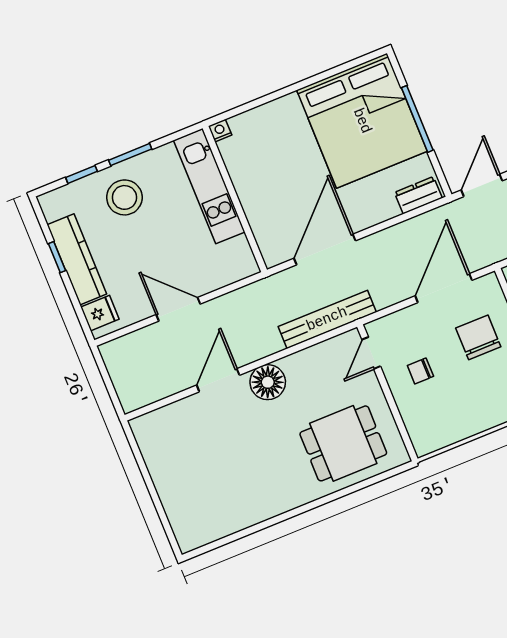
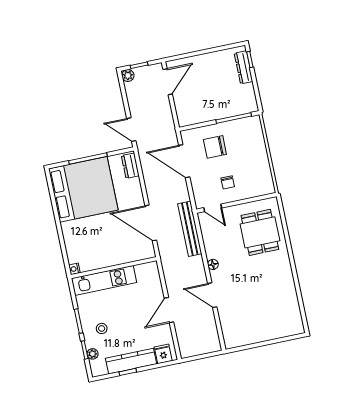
plant: (77, 190) -> (93, 354), added
stool: (124, 197) -> (102, 328), width x0.53, depth x0.53
floor lamp: (268, 382) -> (213, 264), width x0.53, depth x0.53

